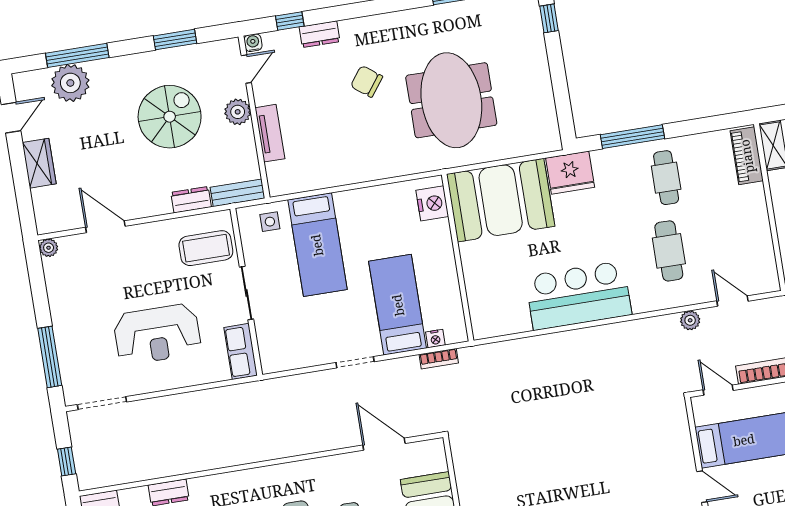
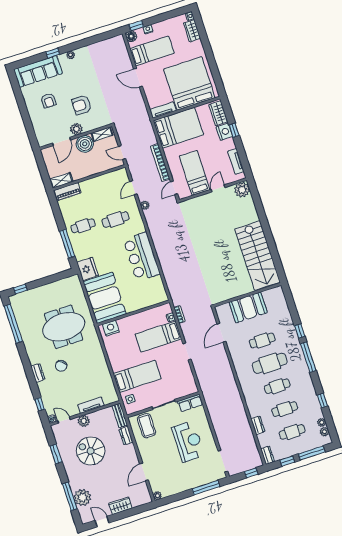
dresser: (319, 34) -> (38, 373), moved

